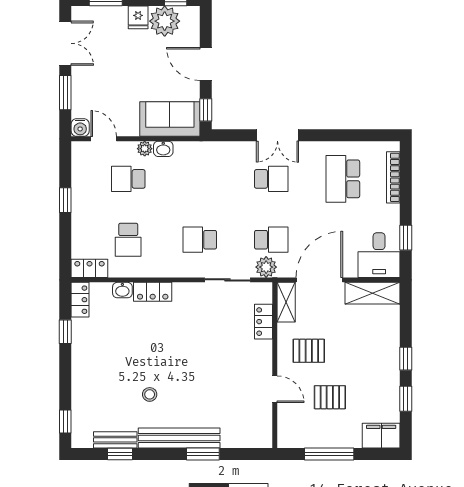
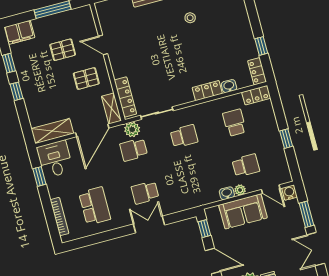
sofa: (170, 119) -> (243, 211), moved
locker: (264, 322) -> (125, 97), width x1.53

